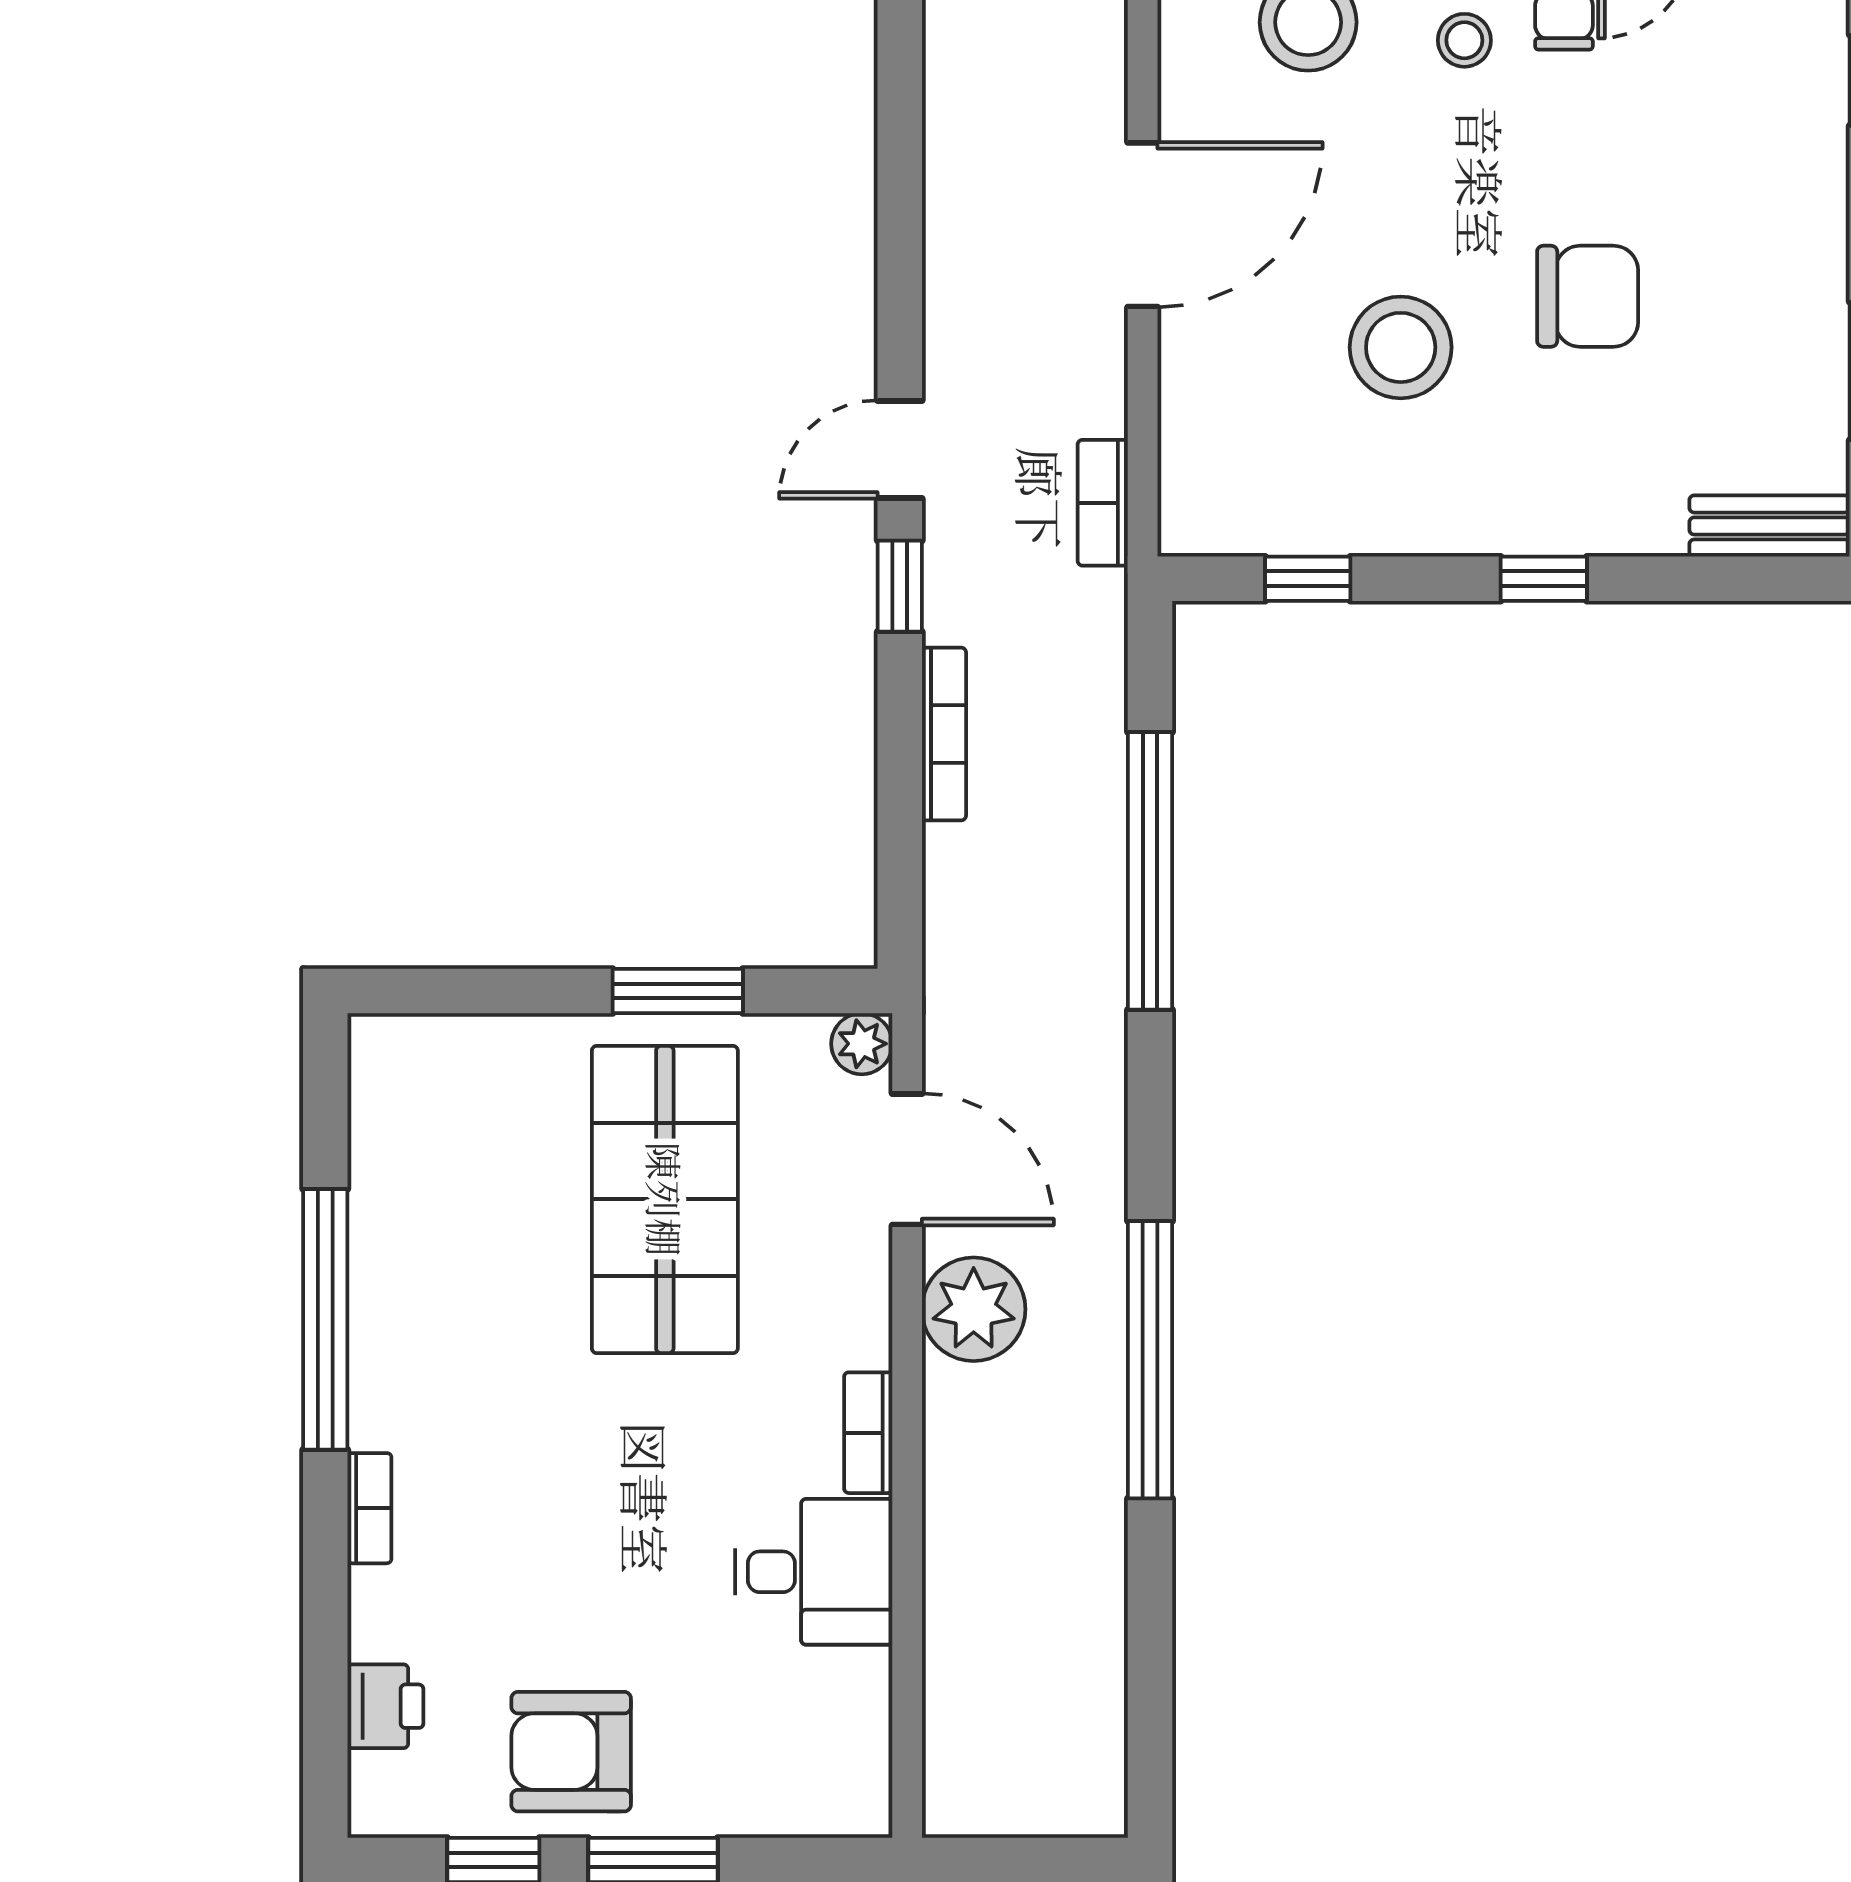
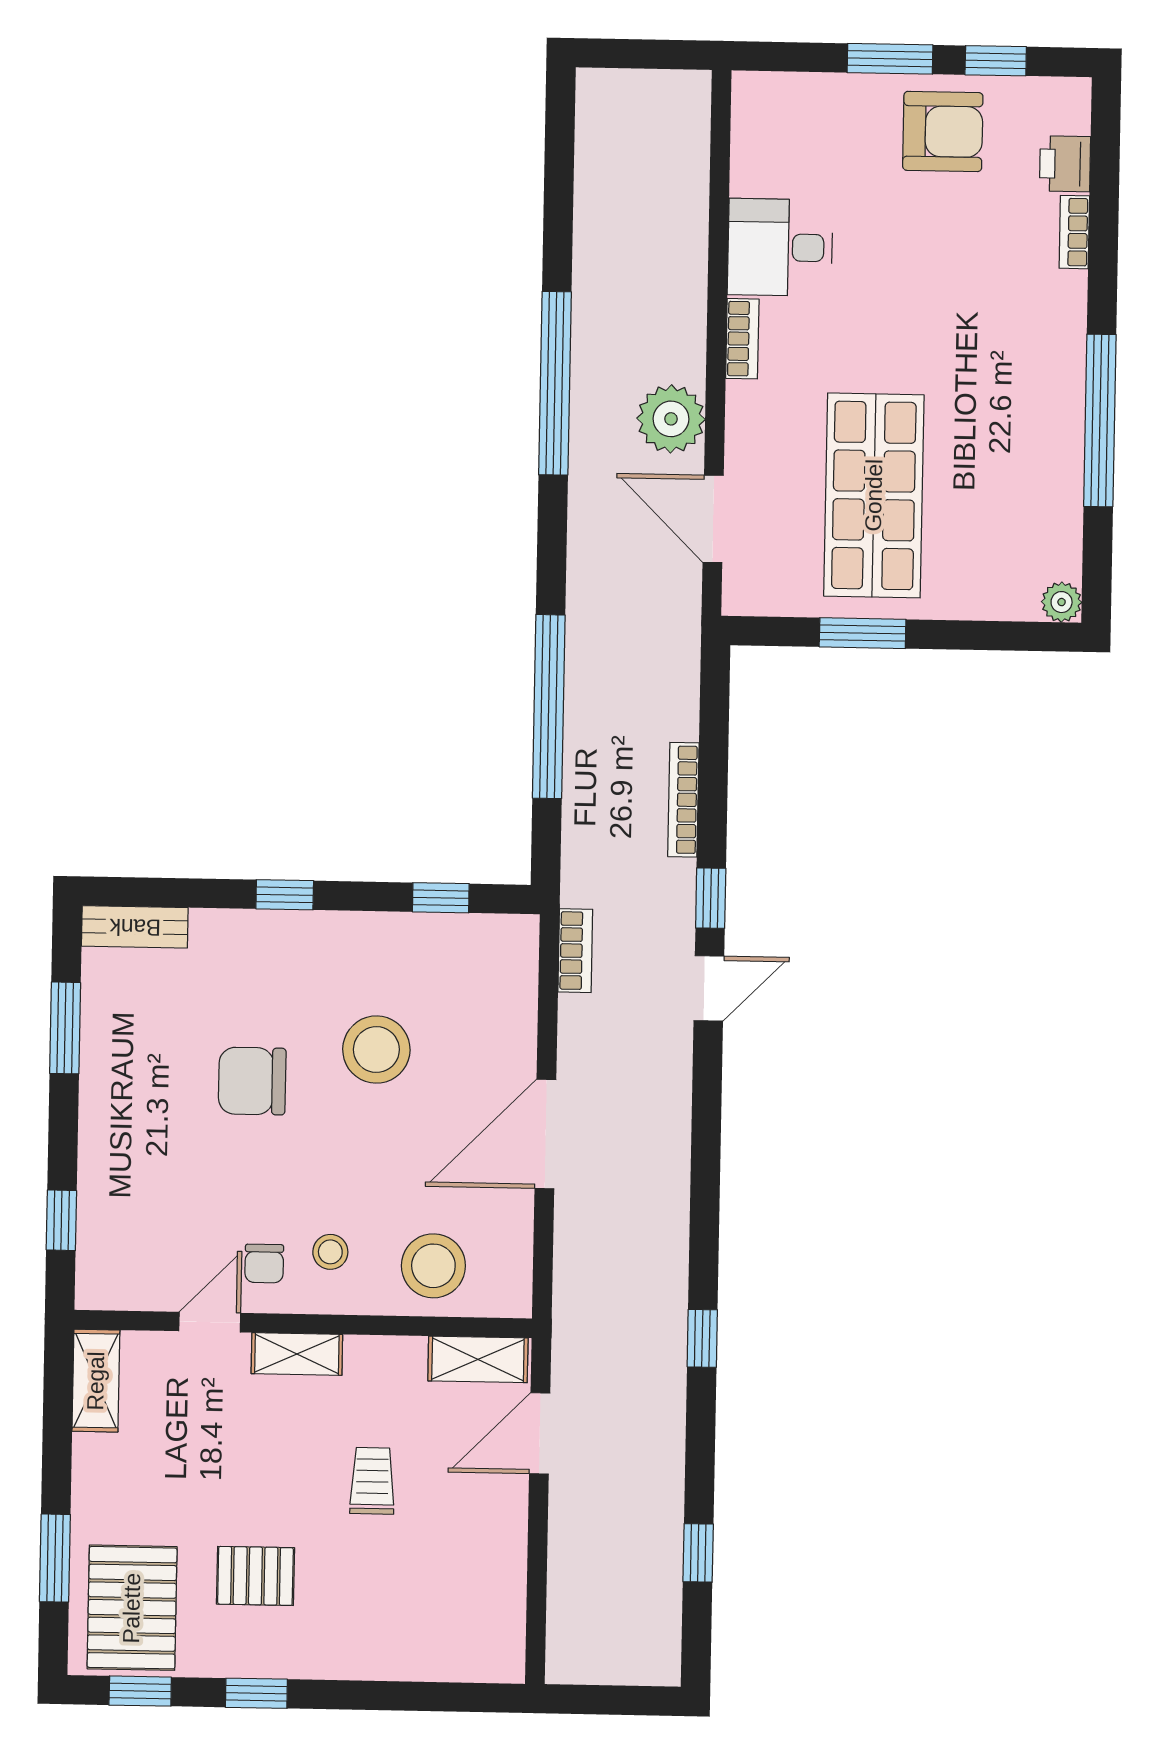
plant: (862, 1044) -> (1062, 602), moved
bookcase: (369, 1508) -> (1074, 232), moved

